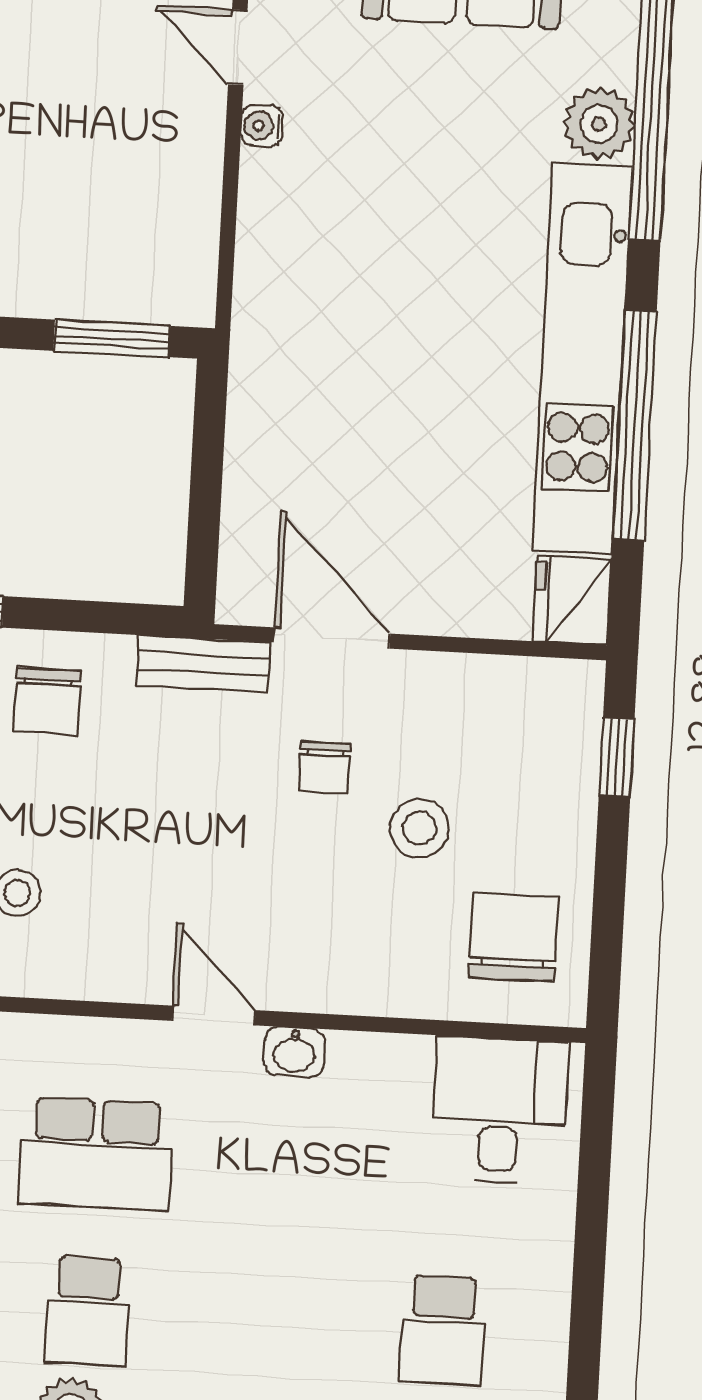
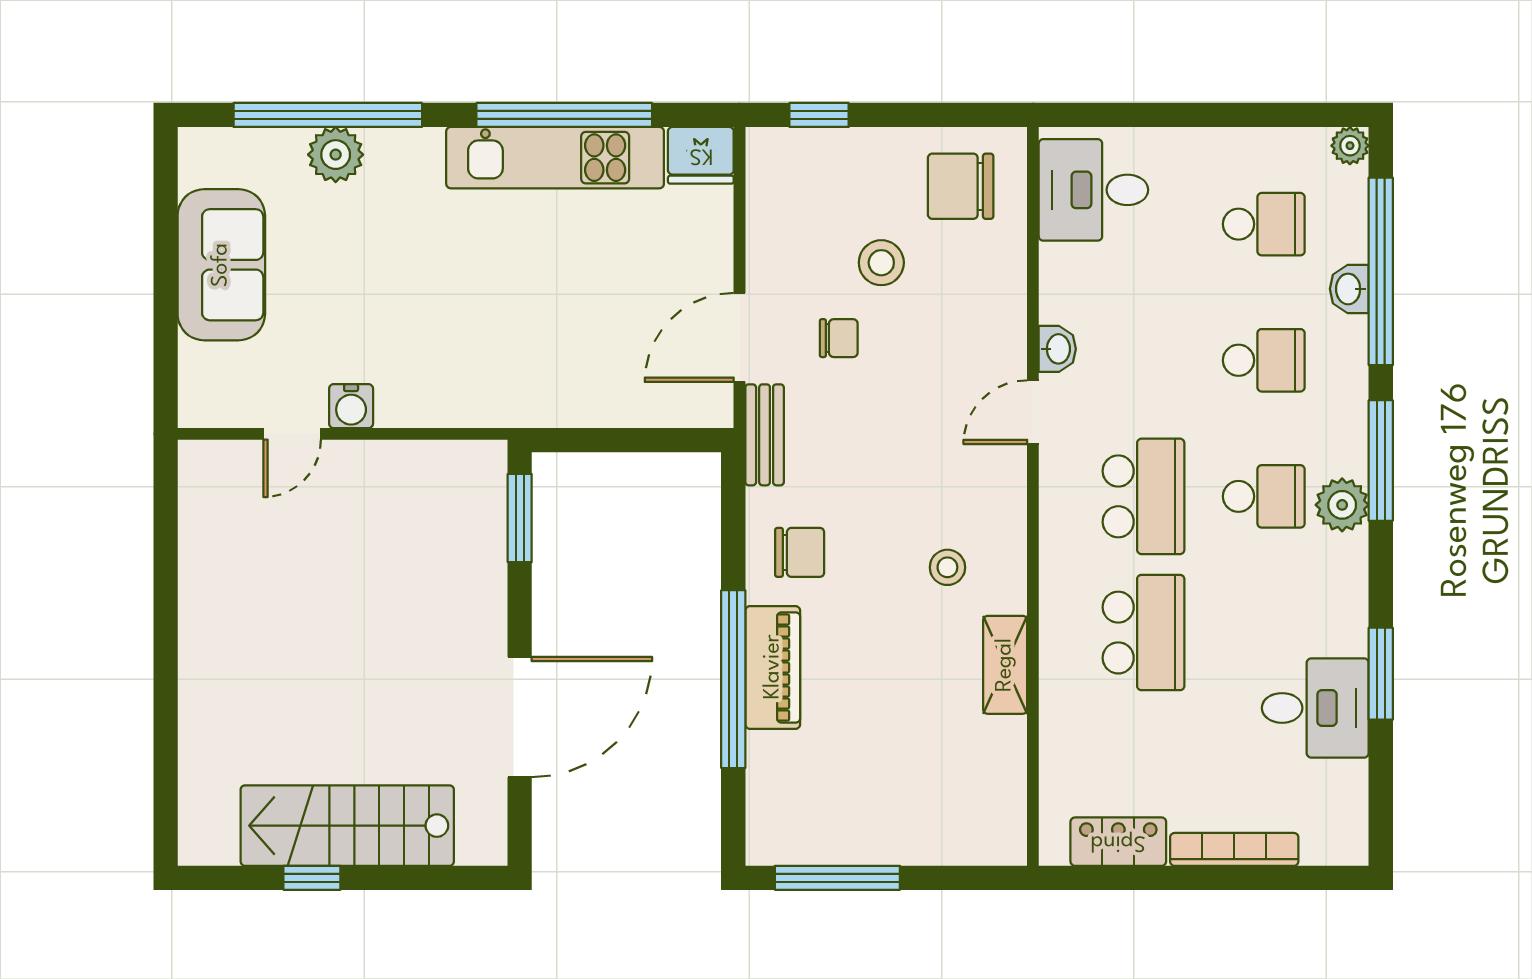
water cooler: (262, 126) -> (351, 406), width x1.38, depth x1.38
kitchen unit: (582, 358) -> (555, 158), width x0.73
school desk: (265, 1320) -> (1264, 360), added

